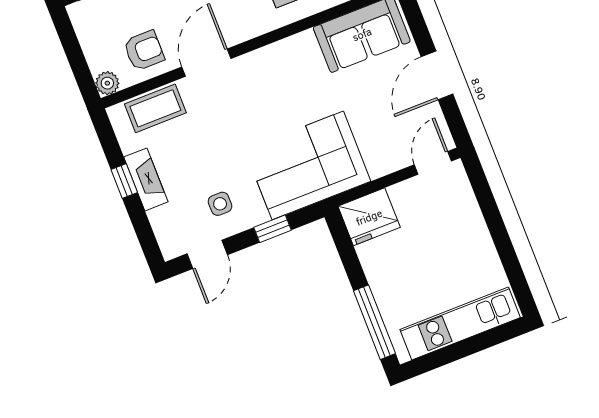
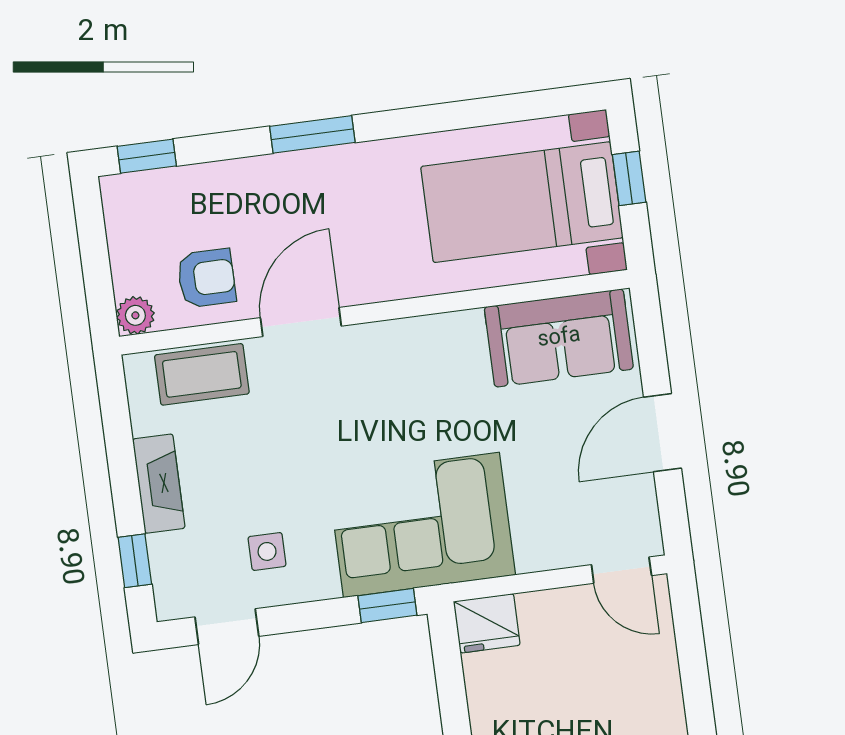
door: (433, 163) -> (621, 570), swing flipped
window: (124, 181) -> (135, 561), moved
fridge: (369, 217) -> (487, 623), width x0.73, depth x0.75
window: (272, 229) -> (387, 605), moved

